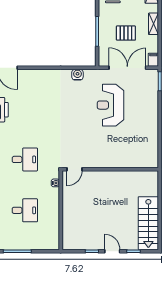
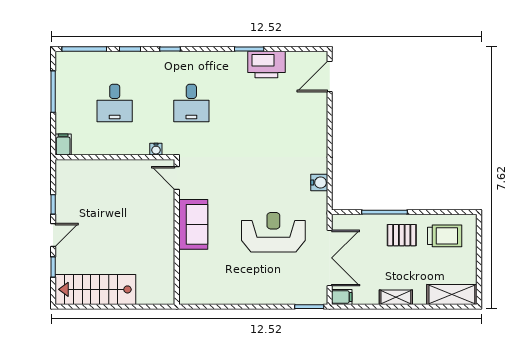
pallet: (126, 33) -> (402, 235), moved, turned 90
sofa: (105, 158) -> (193, 224), added
filing cabinet: (52, 244) -> (63, 144), added

